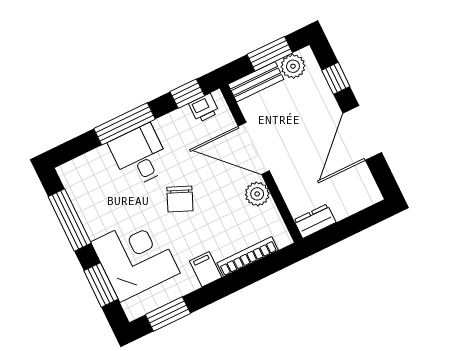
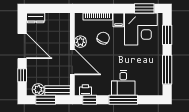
door: (362, 133) -> (22, 46), hinge flipped
chair: (180, 199) -> (103, 38), moved
dresser: (315, 221) -> (36, 18), moved
corner desk: (135, 257) -> (141, 29), moved, turned -90

